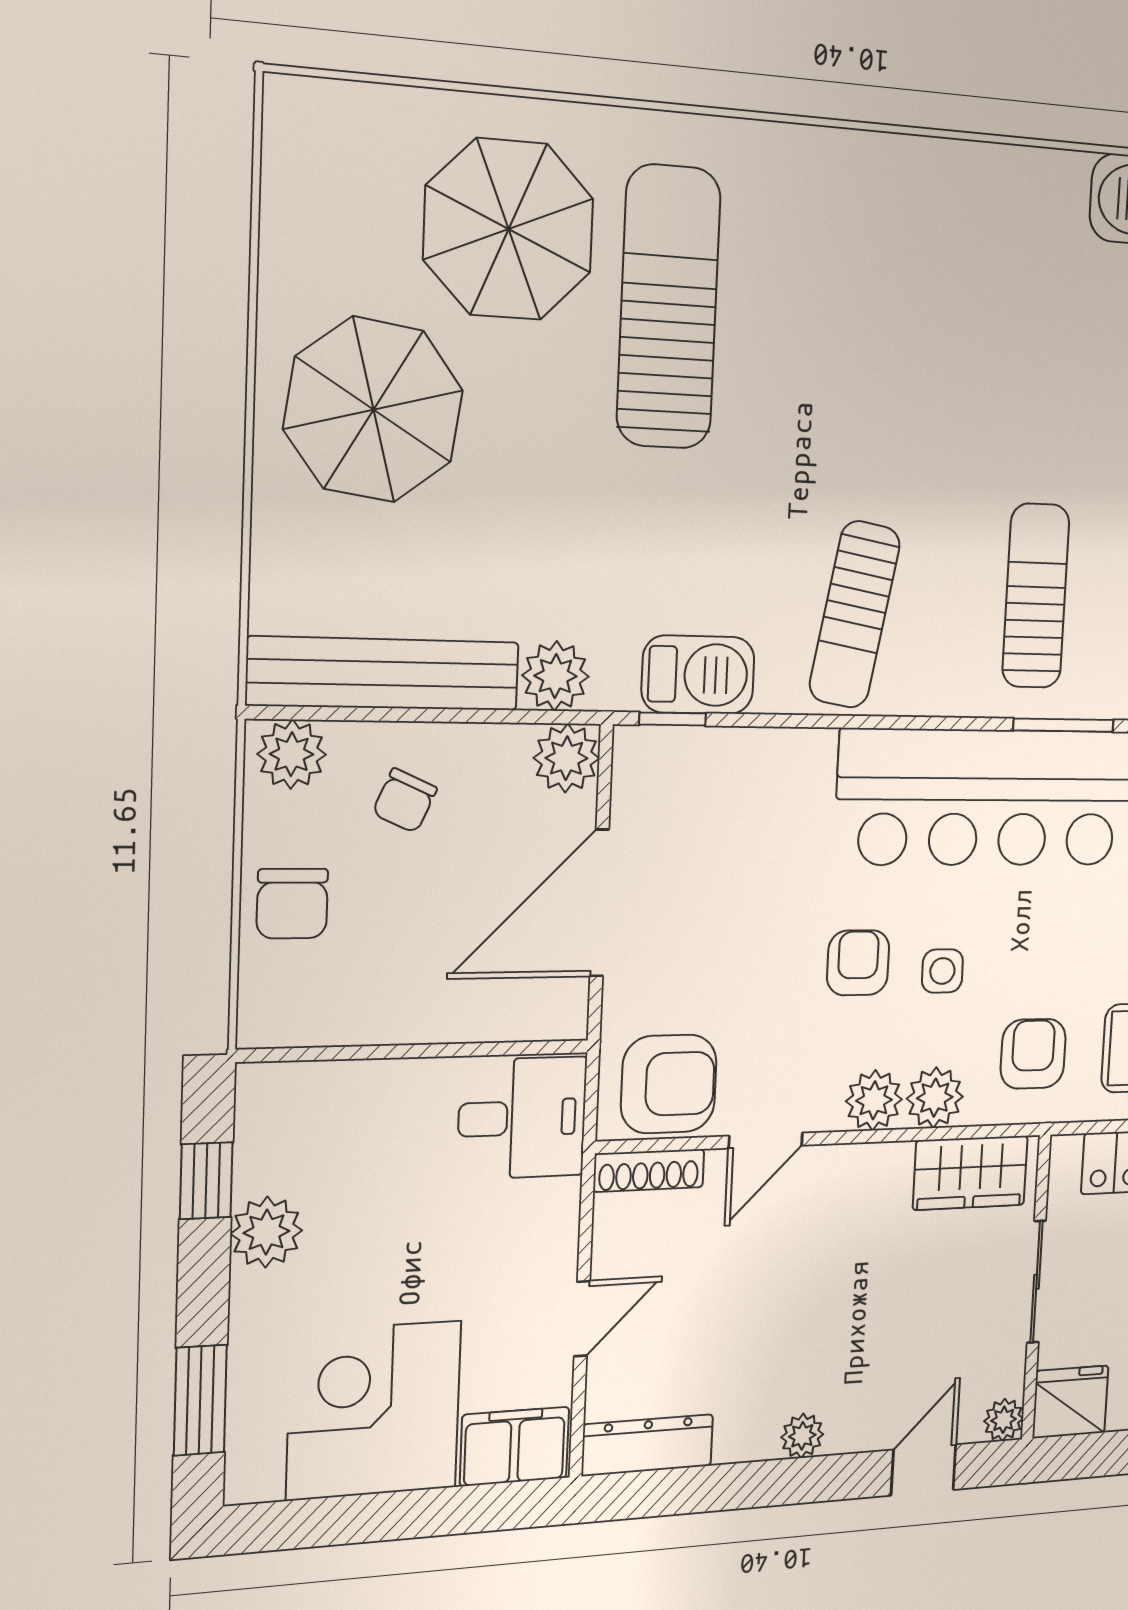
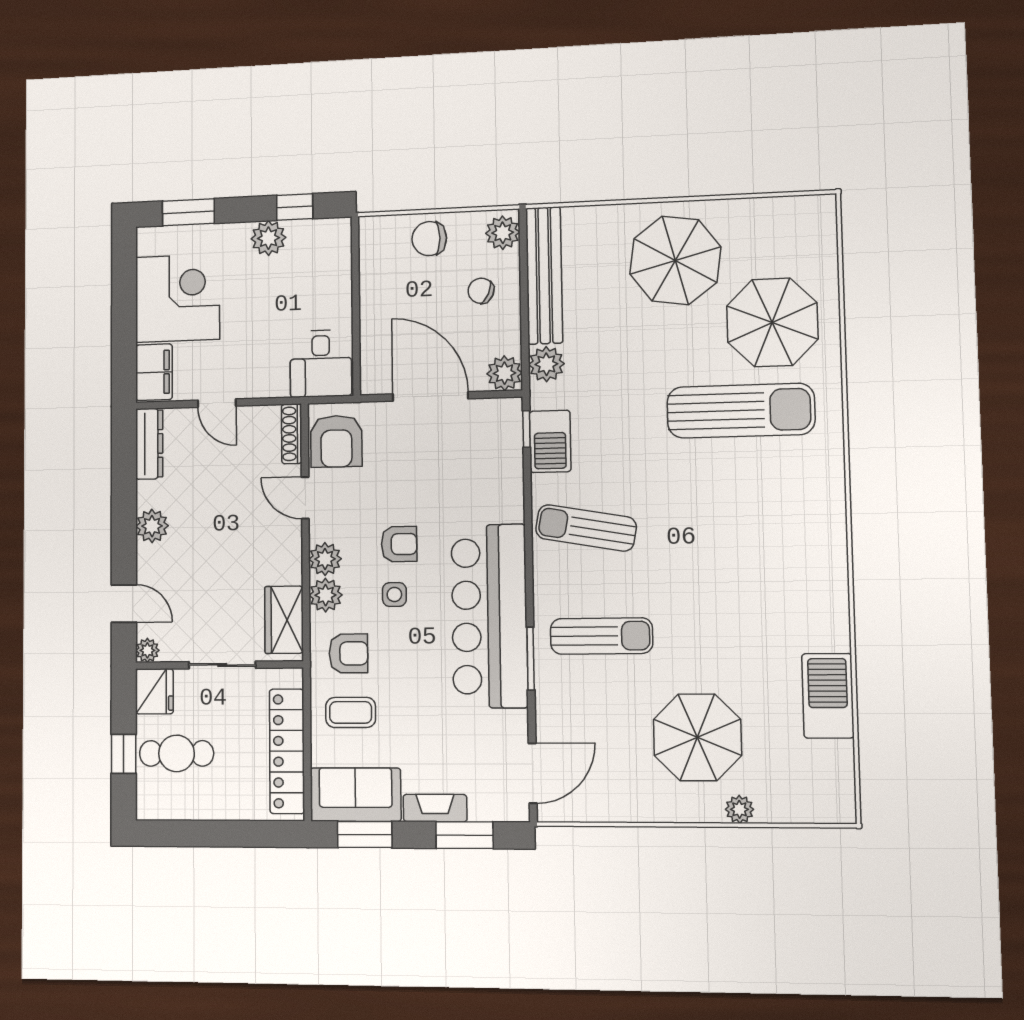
plant: (802, 1436) -> (152, 526), width x1.38, depth x1.38

